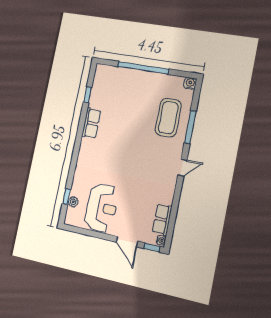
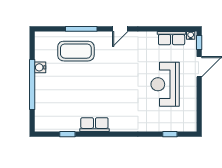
water cooler: (190, 83) -> (40, 67), moved
door: (182, 168) -> (120, 29), swing flipped
plant: (73, 202) -> (173, 127), removed
reception desk: (101, 208) -> (165, 84), moved, turned -90

